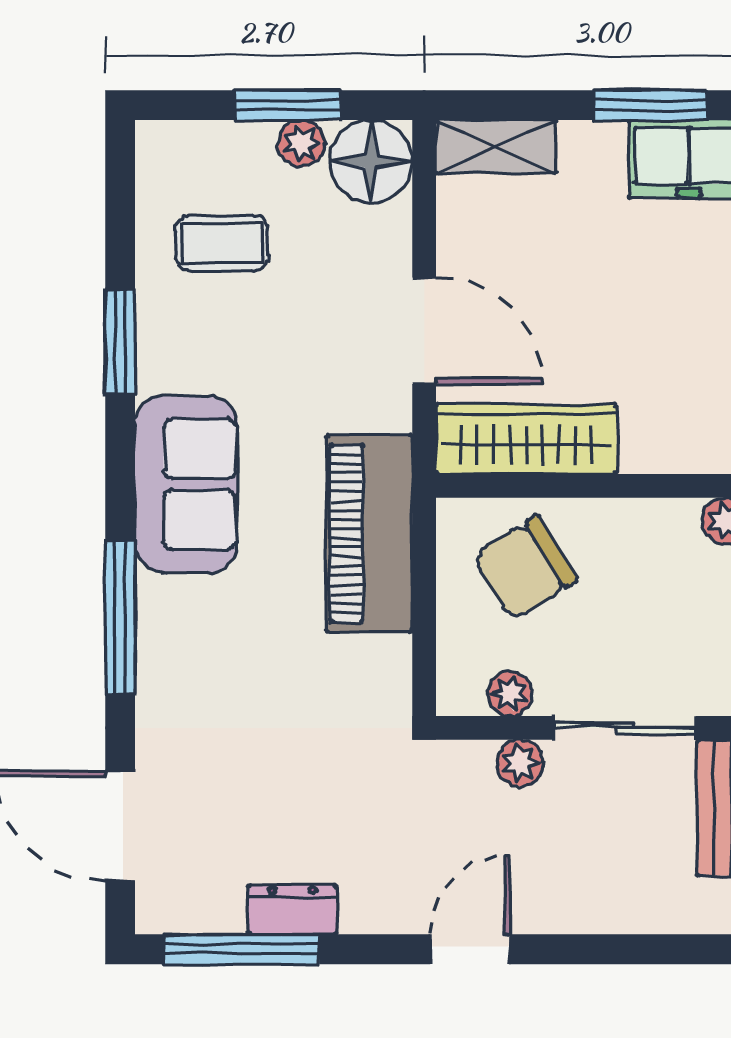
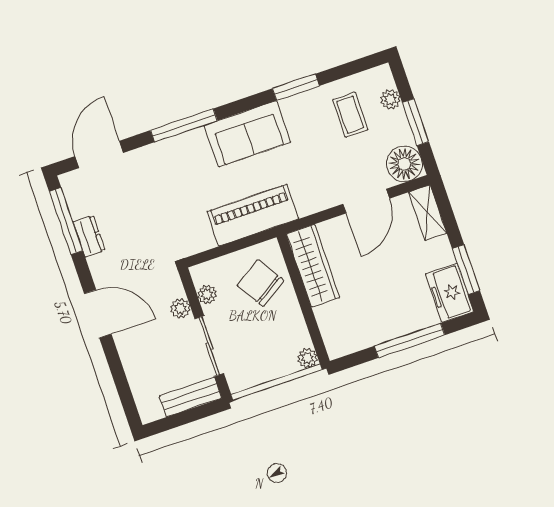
plant: (301, 143) -> (390, 99), moved
door: (424, 331) -> (366, 201), moved
door: (470, 949) -> (98, 314), width x1.38

